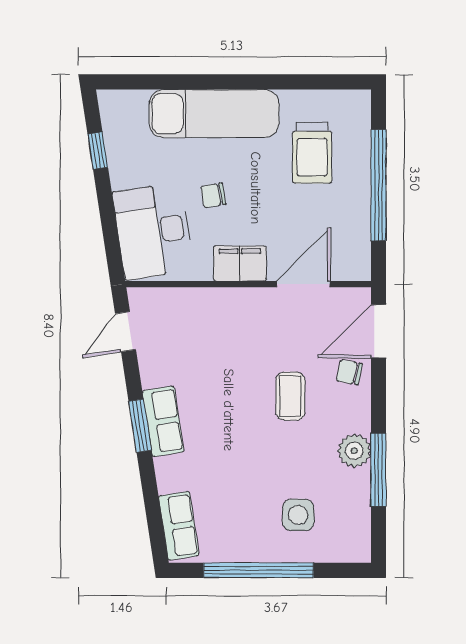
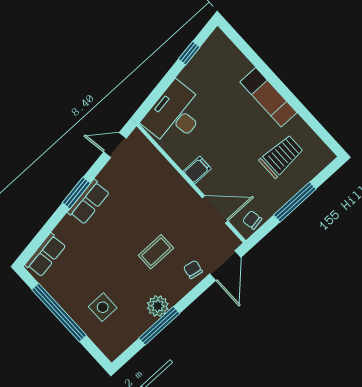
exam couch: (214, 114) -> (268, 97), width x0.73, depth x0.69
trolley: (312, 153) -> (281, 156), turned 180
window: (379, 185) -> (295, 202), width x0.68
chair: (213, 195) -> (252, 220), moved
filing cabinet: (240, 263) -> (197, 170), width x0.50
door: (379, 331) -> (225, 266), swing flipped

